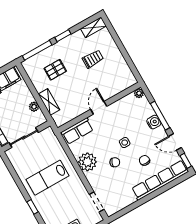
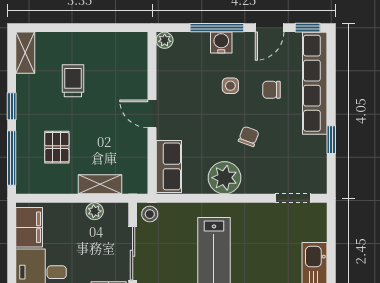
stool: (48, 135) -> (150, 214), added
side table: (125, 143) -> (230, 86), moved
window: (137, 204) -> (331, 140), added

